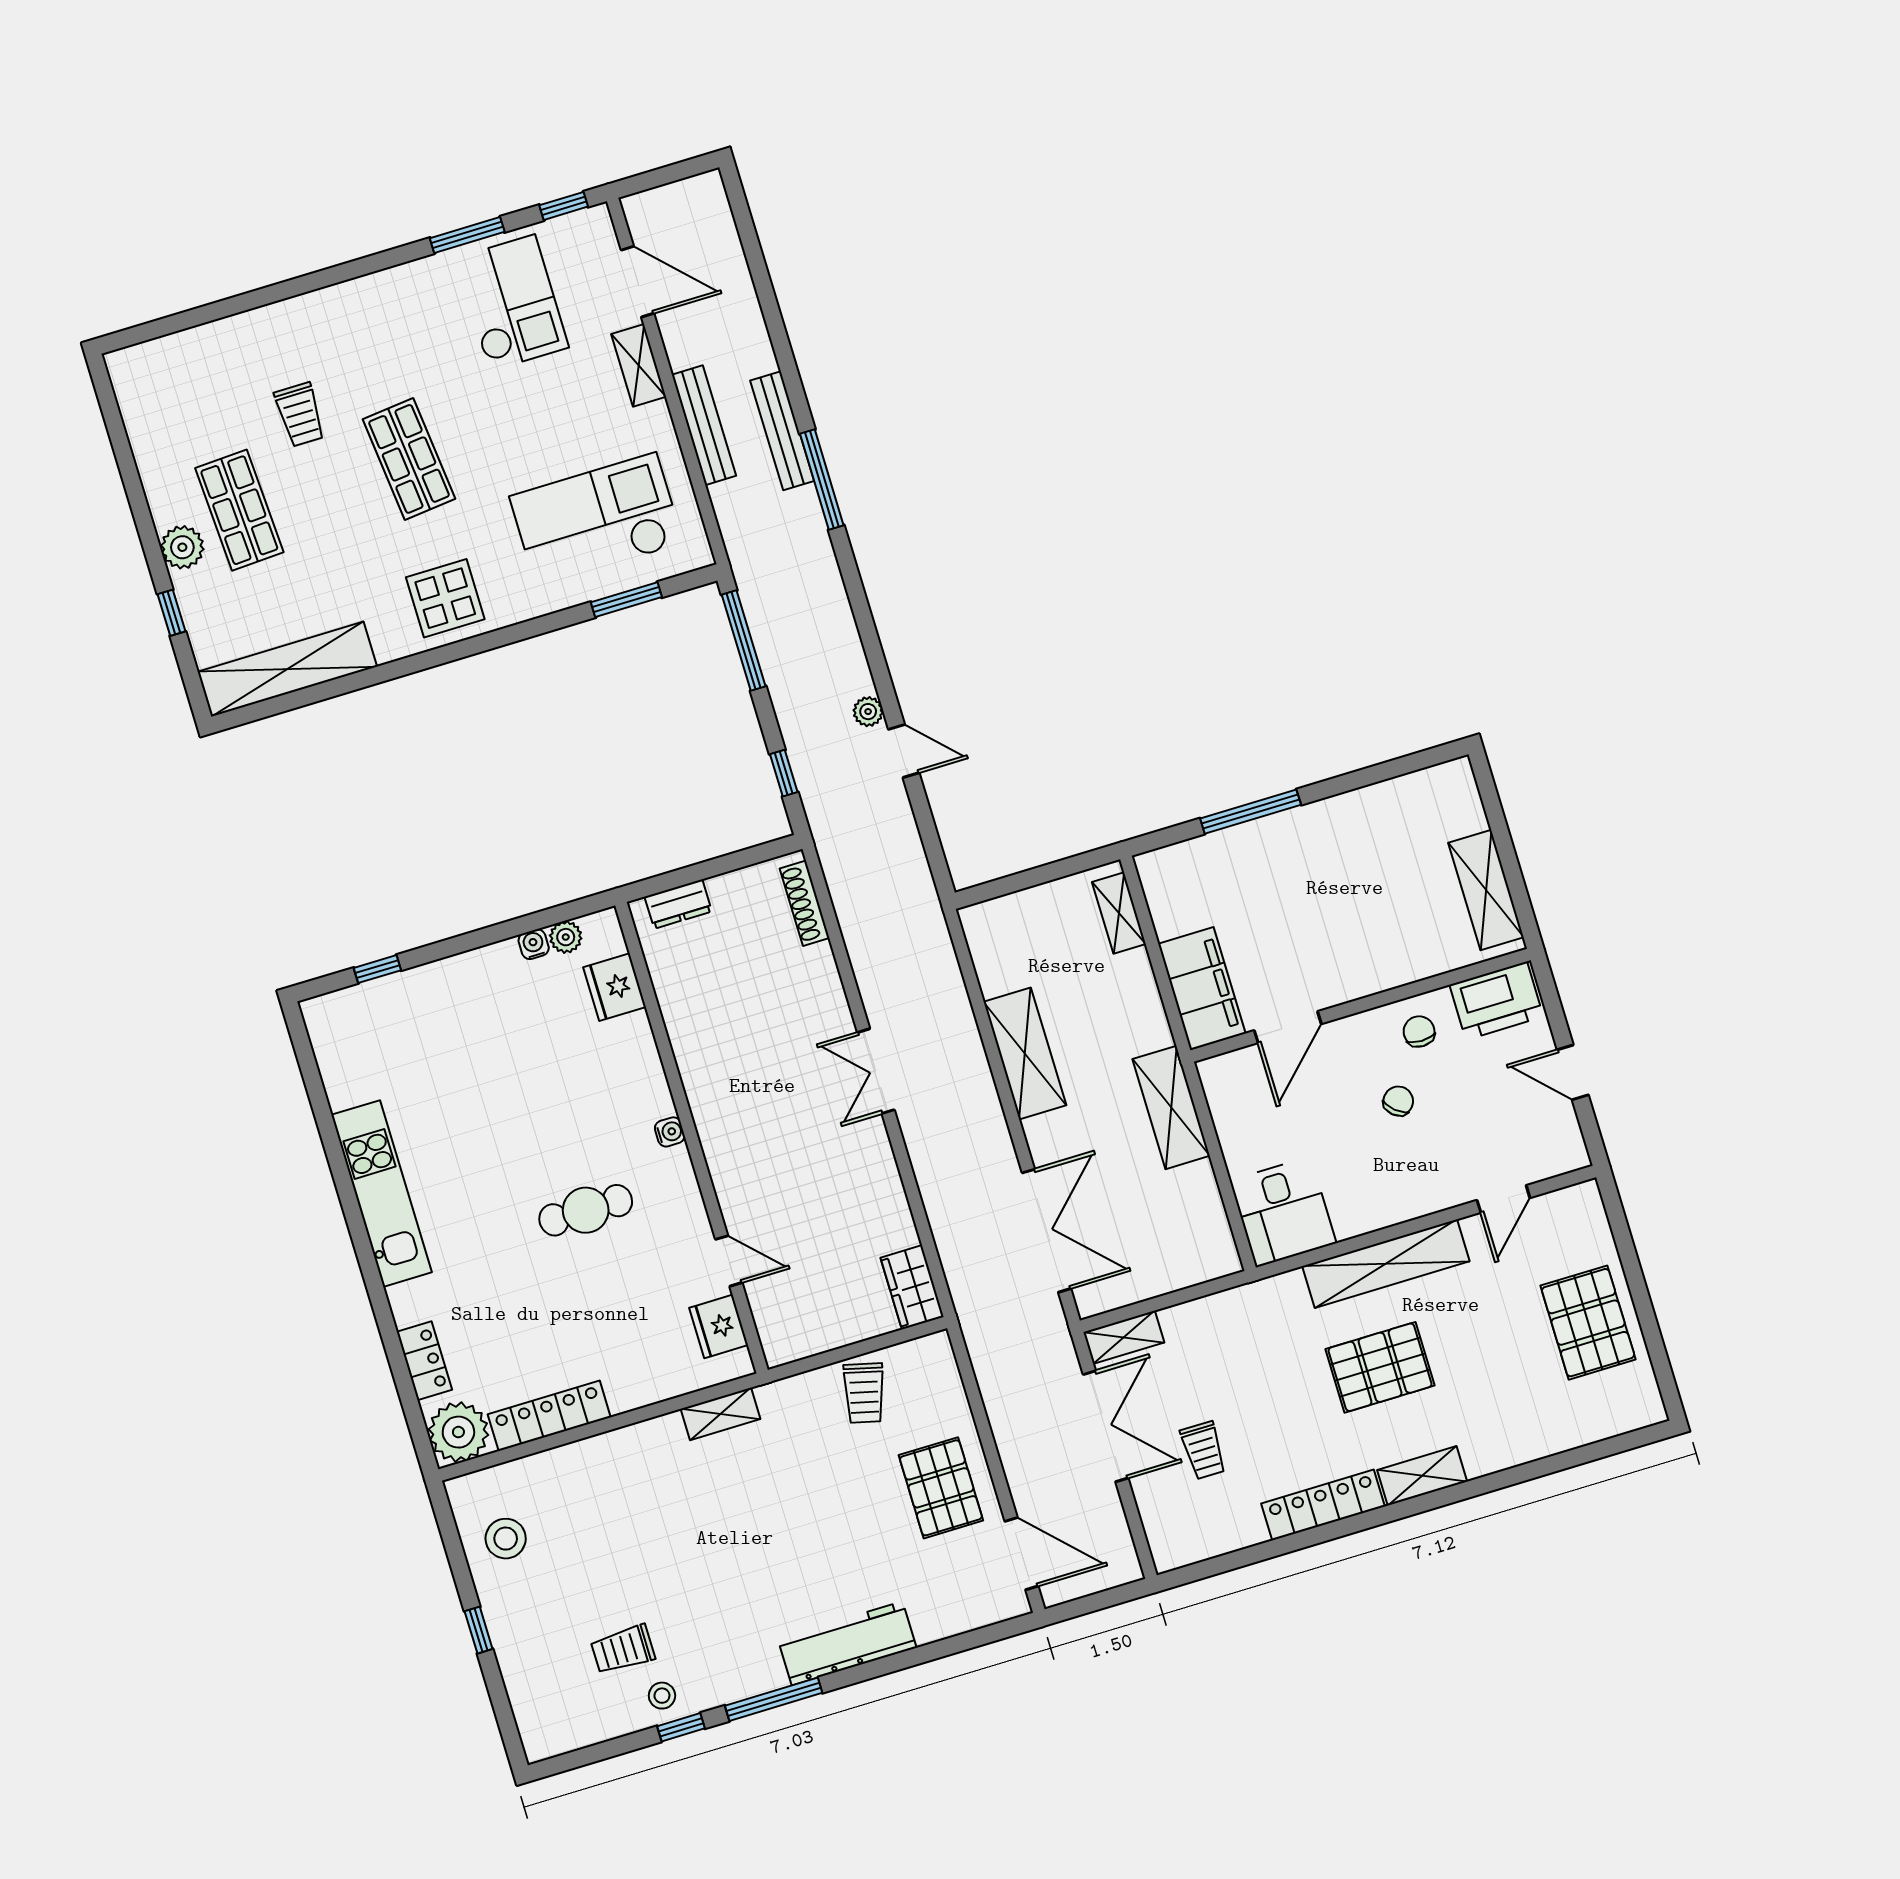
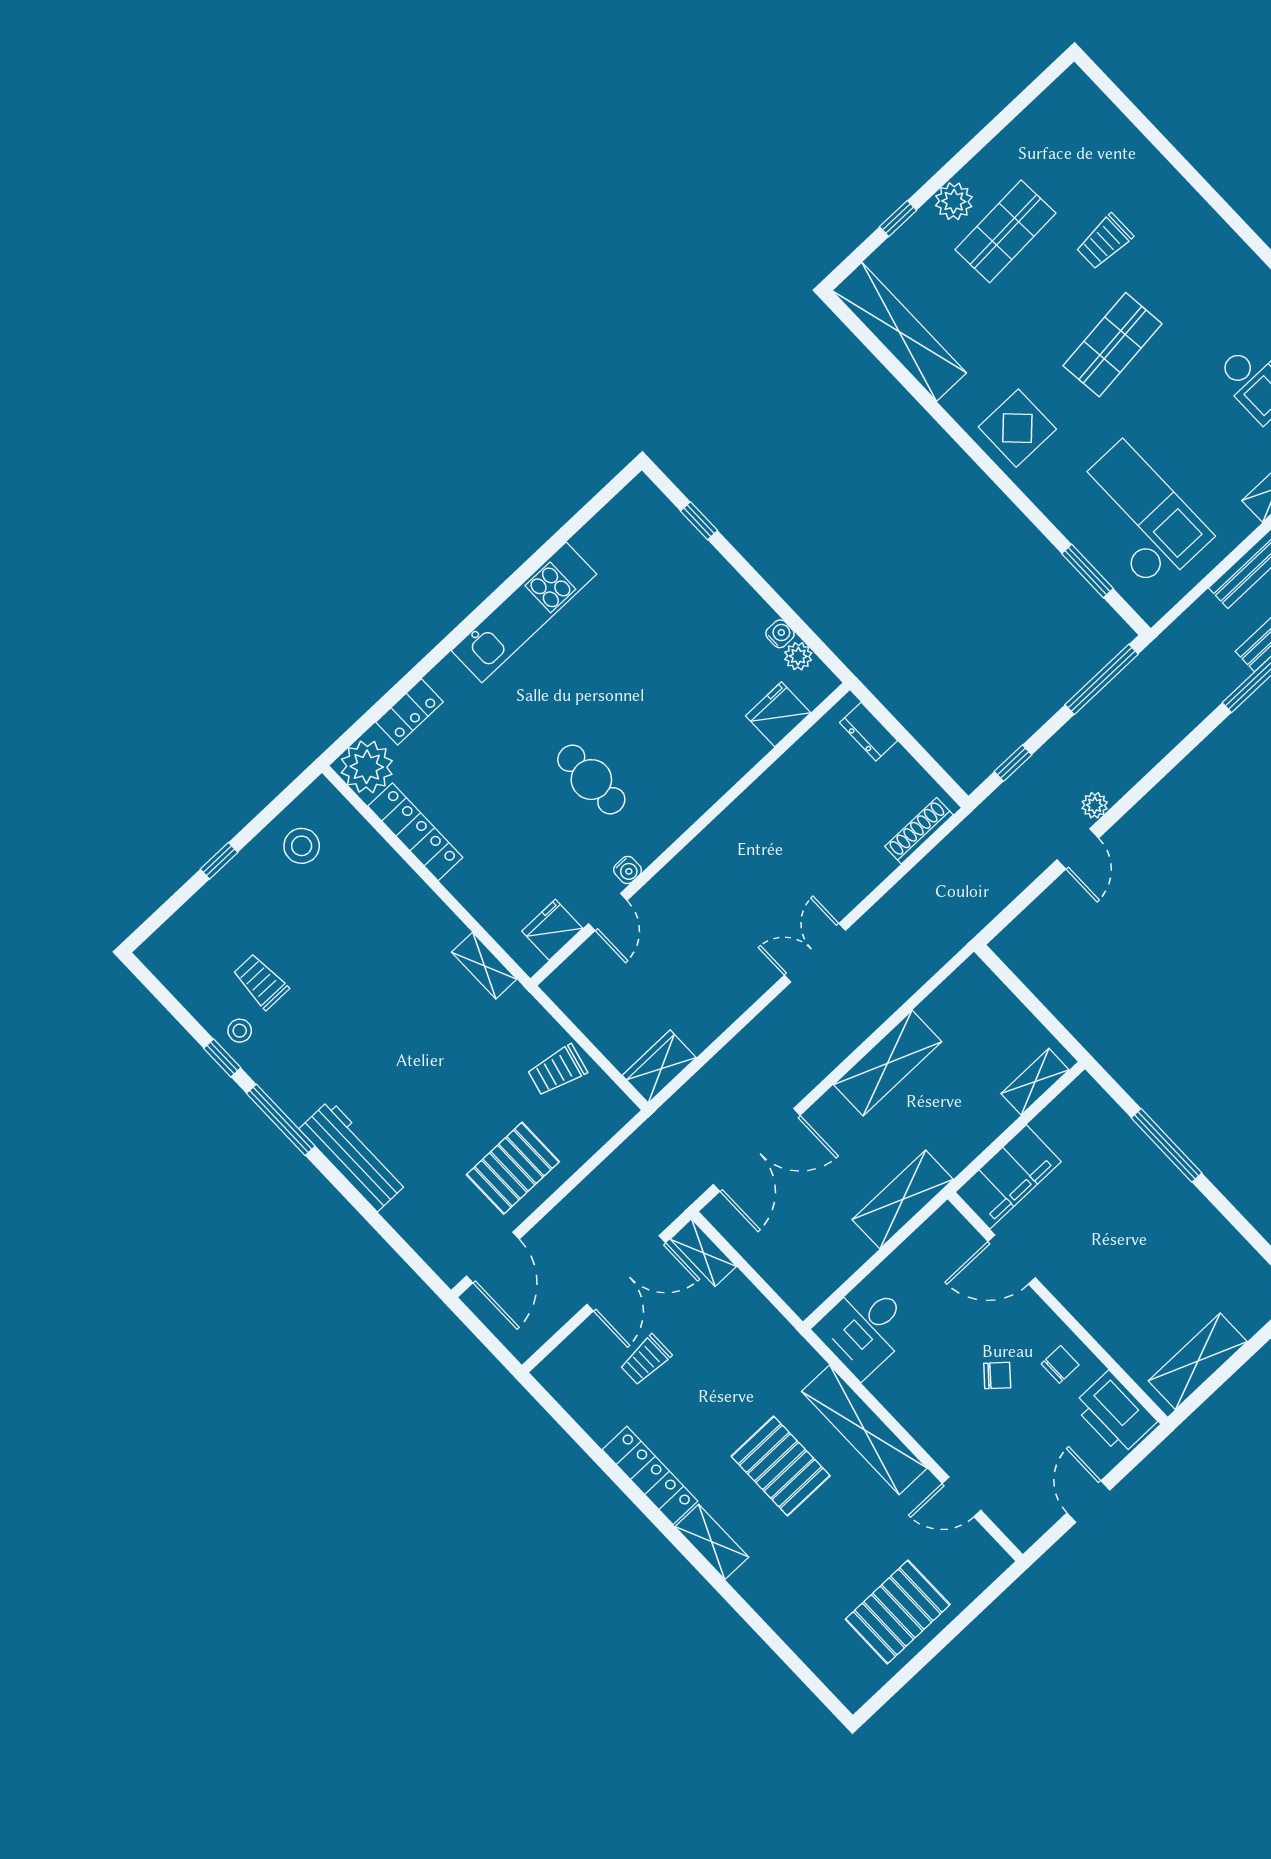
water cooler: (670, 1132) -> (628, 870), moved

